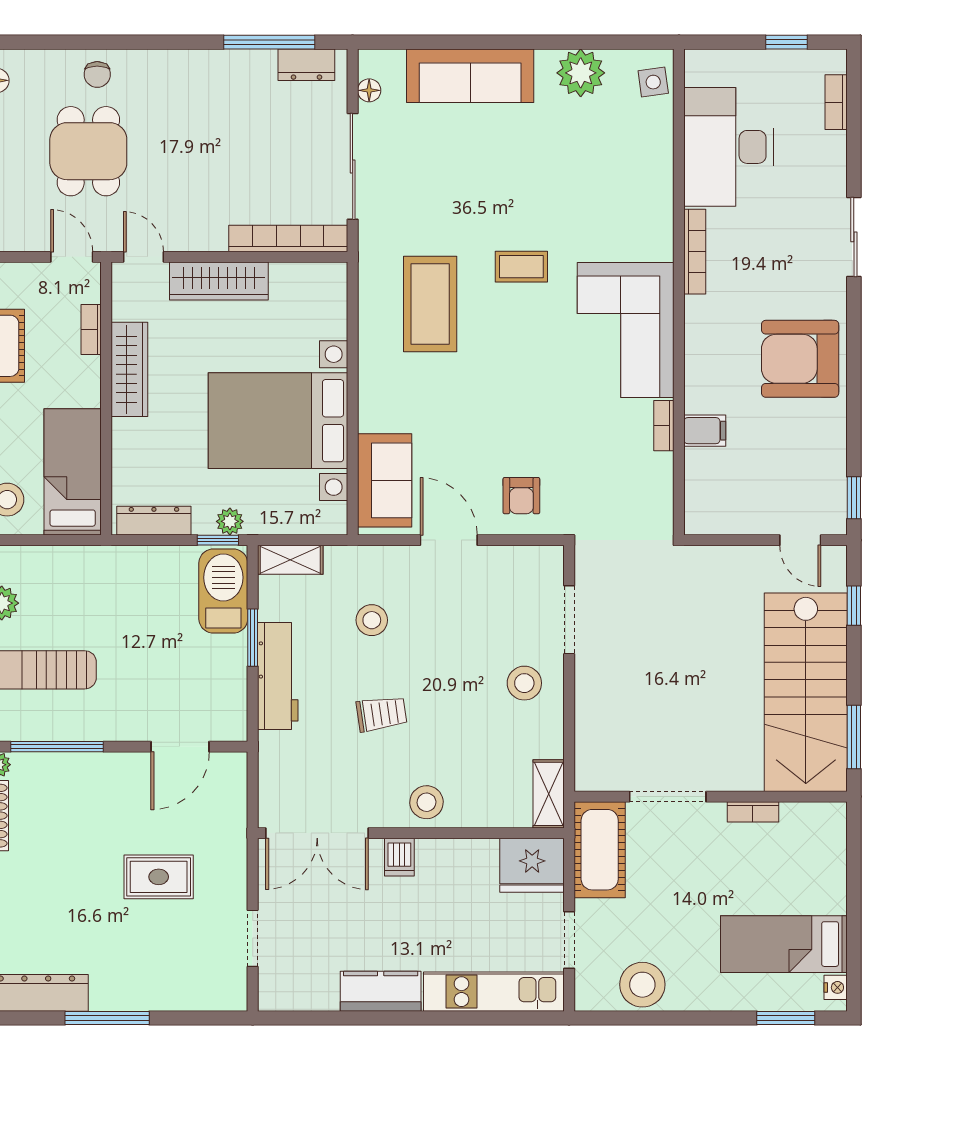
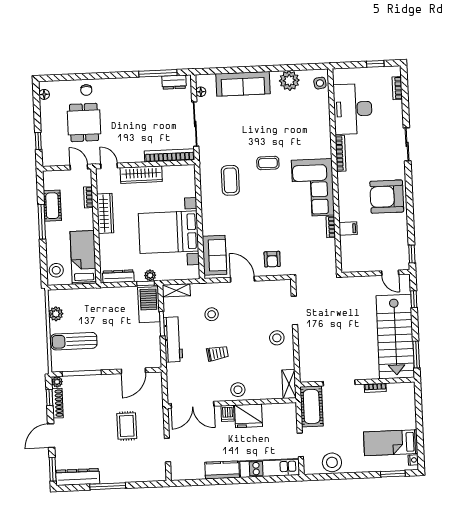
coffee table: (430, 304) -> (230, 180), width x0.73, depth x0.76
fridge: (532, 865) -> (248, 416), moved
rug: (159, 877) -> (127, 426), turned 90

